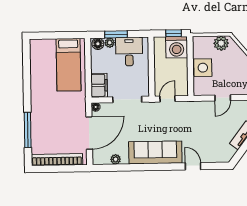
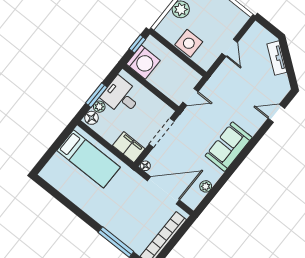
washing machine: (177, 47) -> (143, 62), moved
door: (168, 99) -> (190, 97), swing flipped
door: (89, 133) -> (163, 190), hinge flipped
sofa: (155, 152) -> (229, 147), width x0.73
door: (193, 166) -> (276, 113), moved

